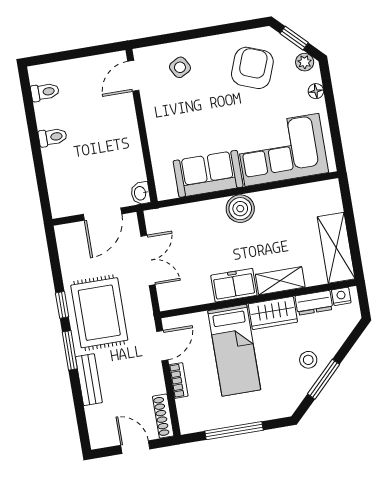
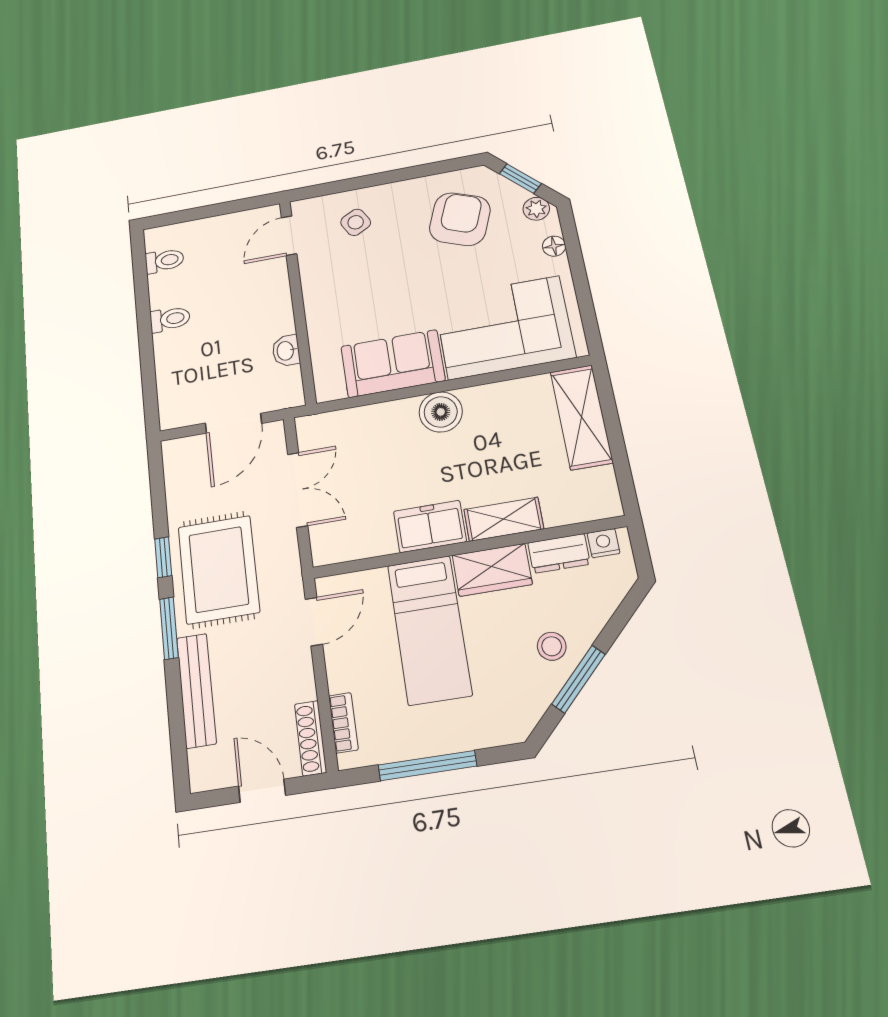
washbasin: (141, 193) -> (286, 351), moved
shelving: (336, 248) -> (581, 417), moved
bench: (89, 380) -> (196, 690), width x1.36
bookcase: (179, 380) -> (343, 723), moved

